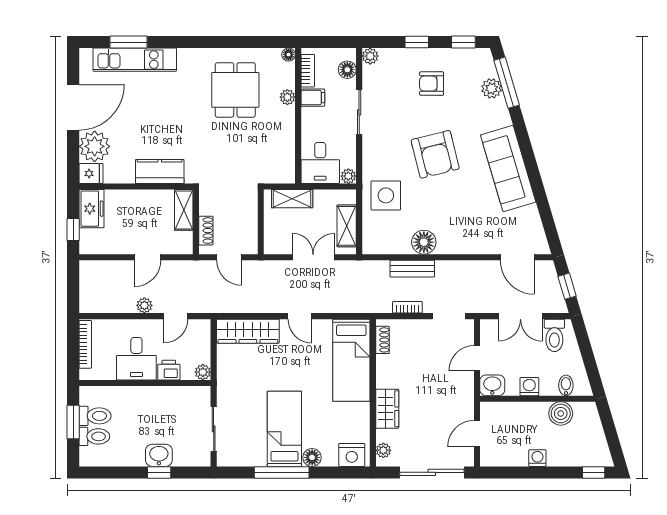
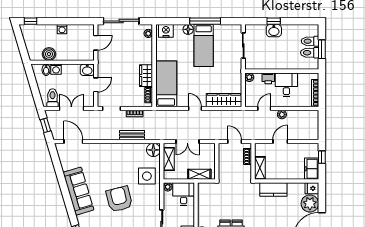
floor lamp: (424, 242) -> (153, 150), moved
washing machine: (529, 387) -> (56, 69), moved
wardrobe: (387, 409) -> (146, 76), moved

